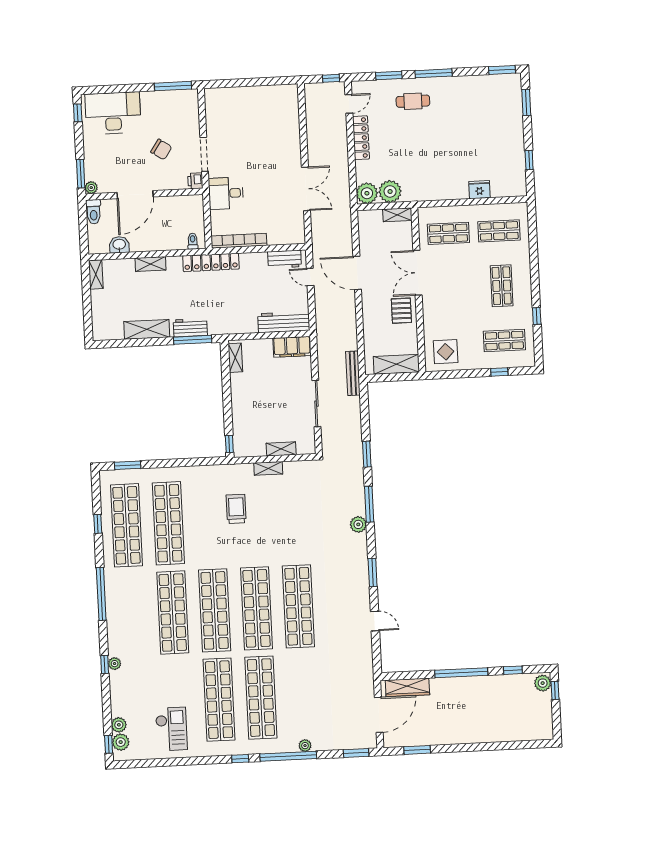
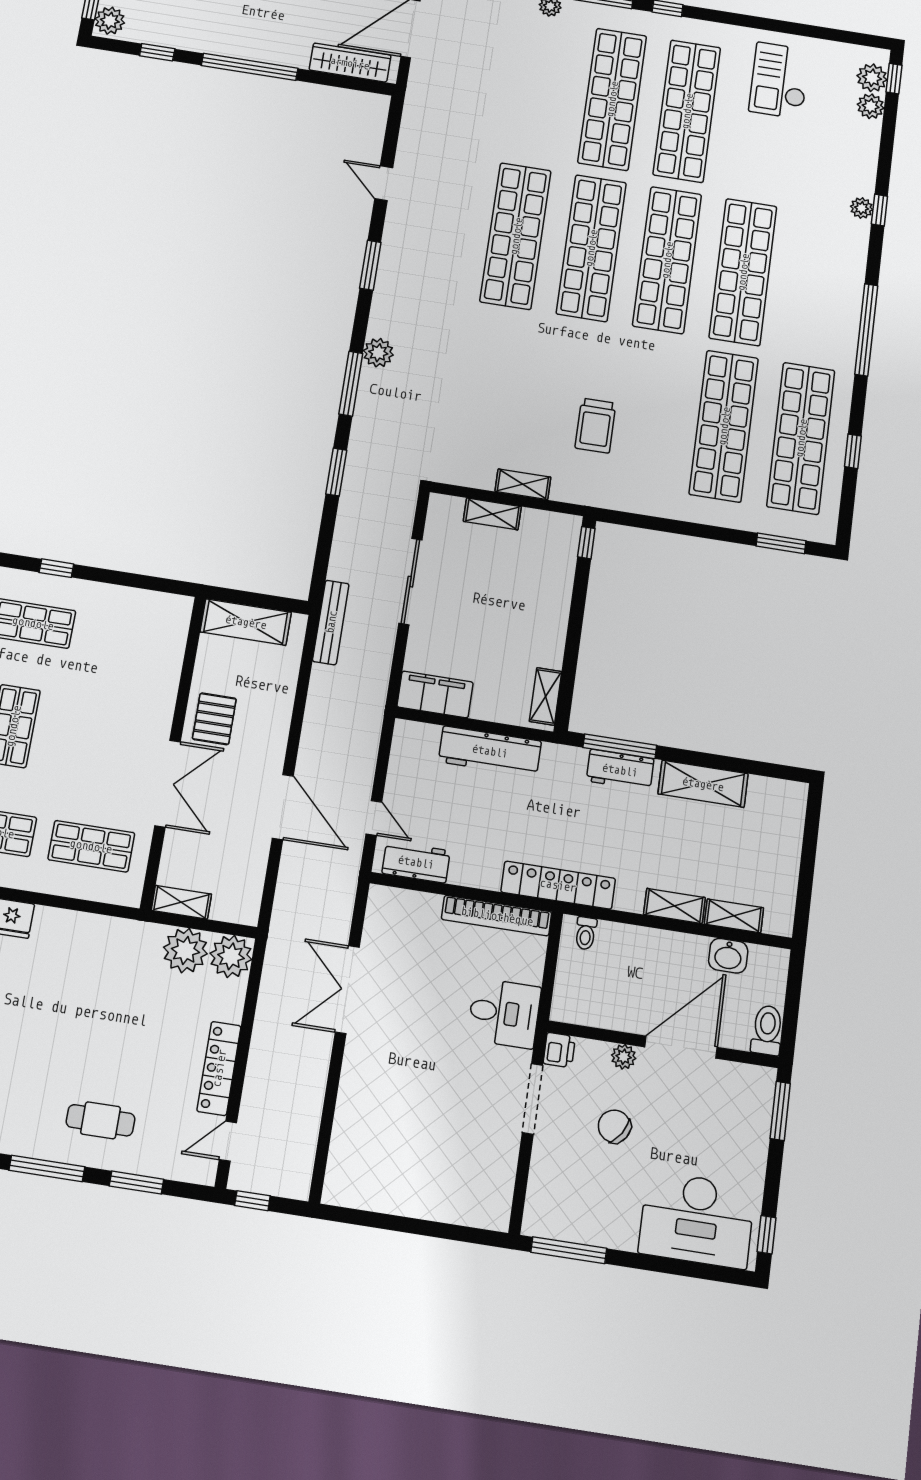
plant: (91, 188) -> (624, 1057), moved
shelving: (96, 274) -> (734, 916), moved, turned 90
workbench: (284, 322) -> (490, 751), moved
display table: (446, 352) -> (148, 626), removed

